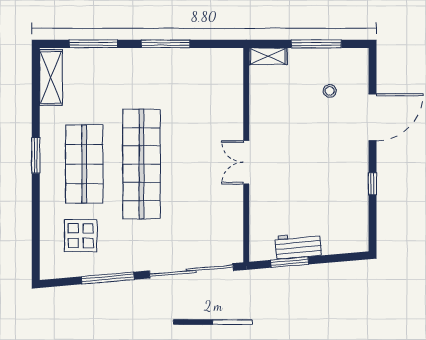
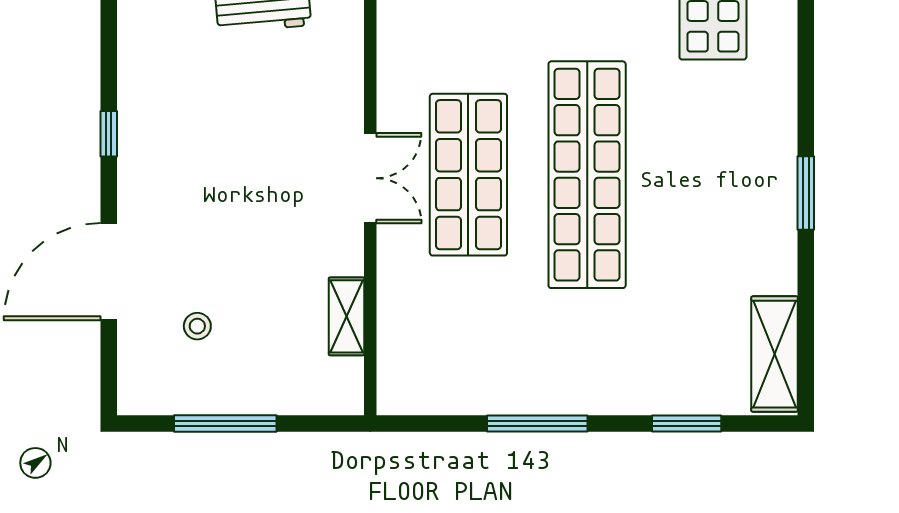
window: (93, 44) -> (687, 424), width x0.69
shelving: (268, 56) -> (347, 316), moved, turned 90
shop shelf: (84, 164) -> (468, 175), moved

